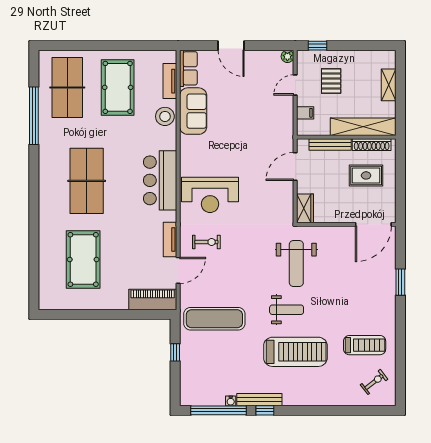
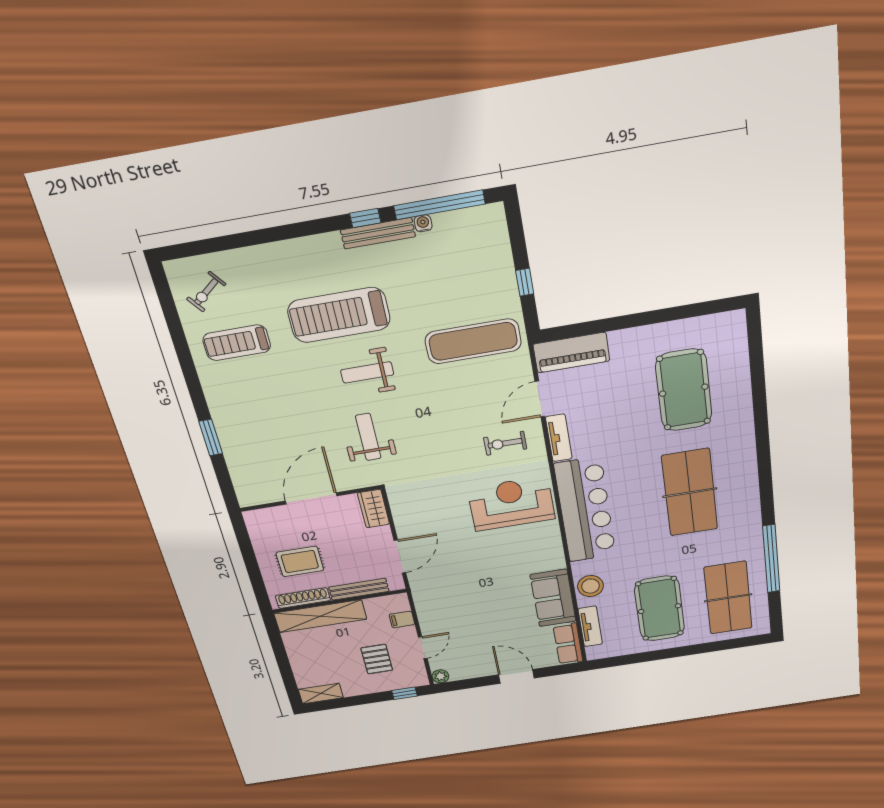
shelving: (389, 85) -> (321, 693), moved, turned 90
bar counter: (160, 180) -> (585, 510), width x1.36
door: (373, 224) -> (311, 498), moved
weight bench: (296, 263) -> (368, 437), width x0.73, depth x0.75

